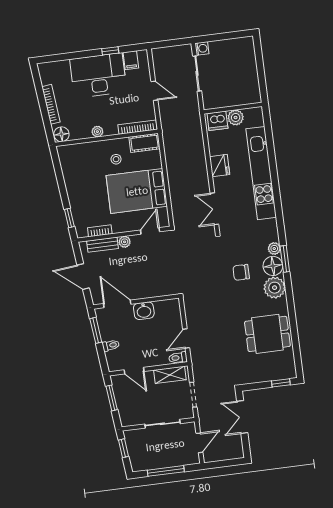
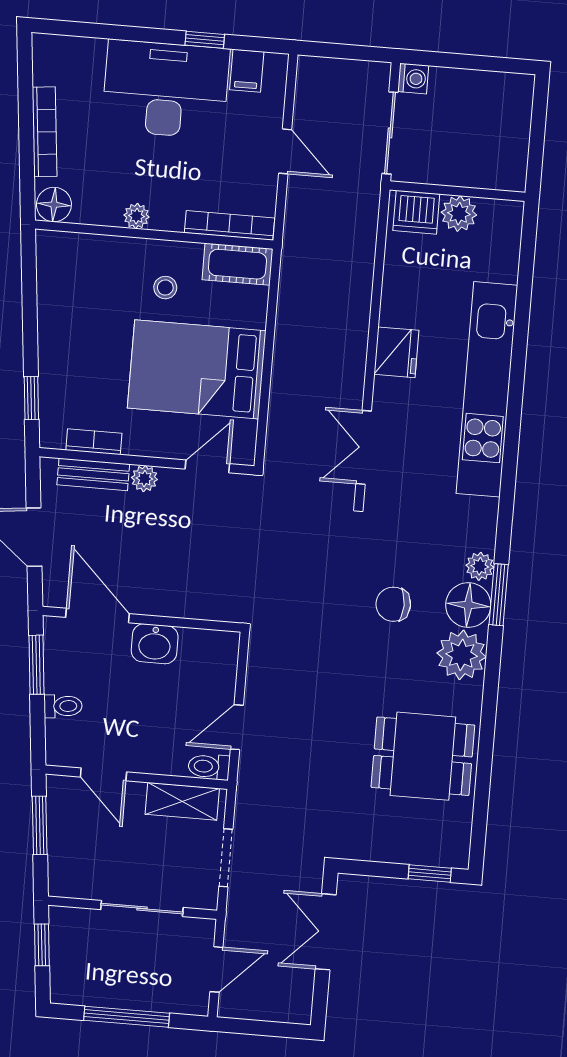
wall: (233, 108) -> (457, 191), moved
plant: (236, 117) -> (459, 214), moved
dishwasher: (217, 121) -> (416, 212), moved

